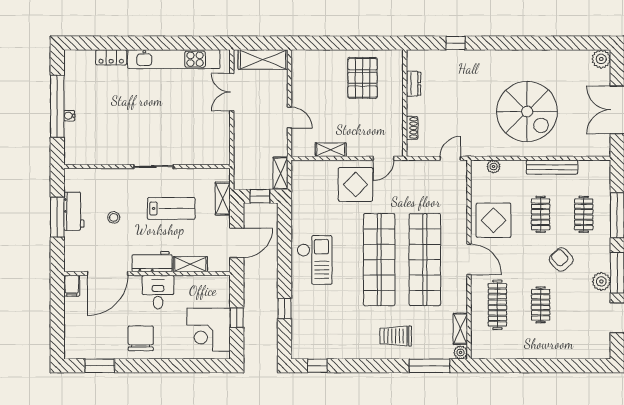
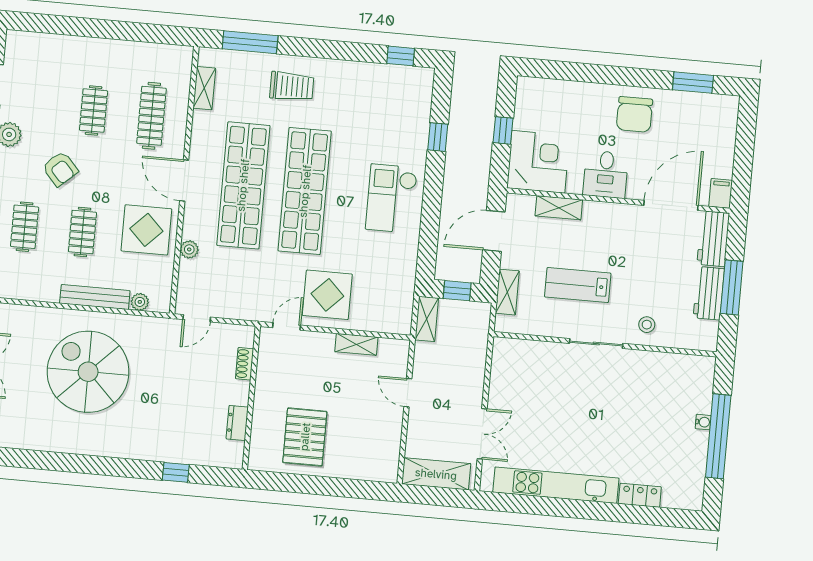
bench: (552, 167) -> (95, 297), moved
stool: (114, 217) -> (647, 325), moved
workbench: (152, 262) -> (713, 239), moved, turned 90
corner desk: (209, 330) -> (538, 162), moved
plant: (461, 352) -> (189, 249), moved

